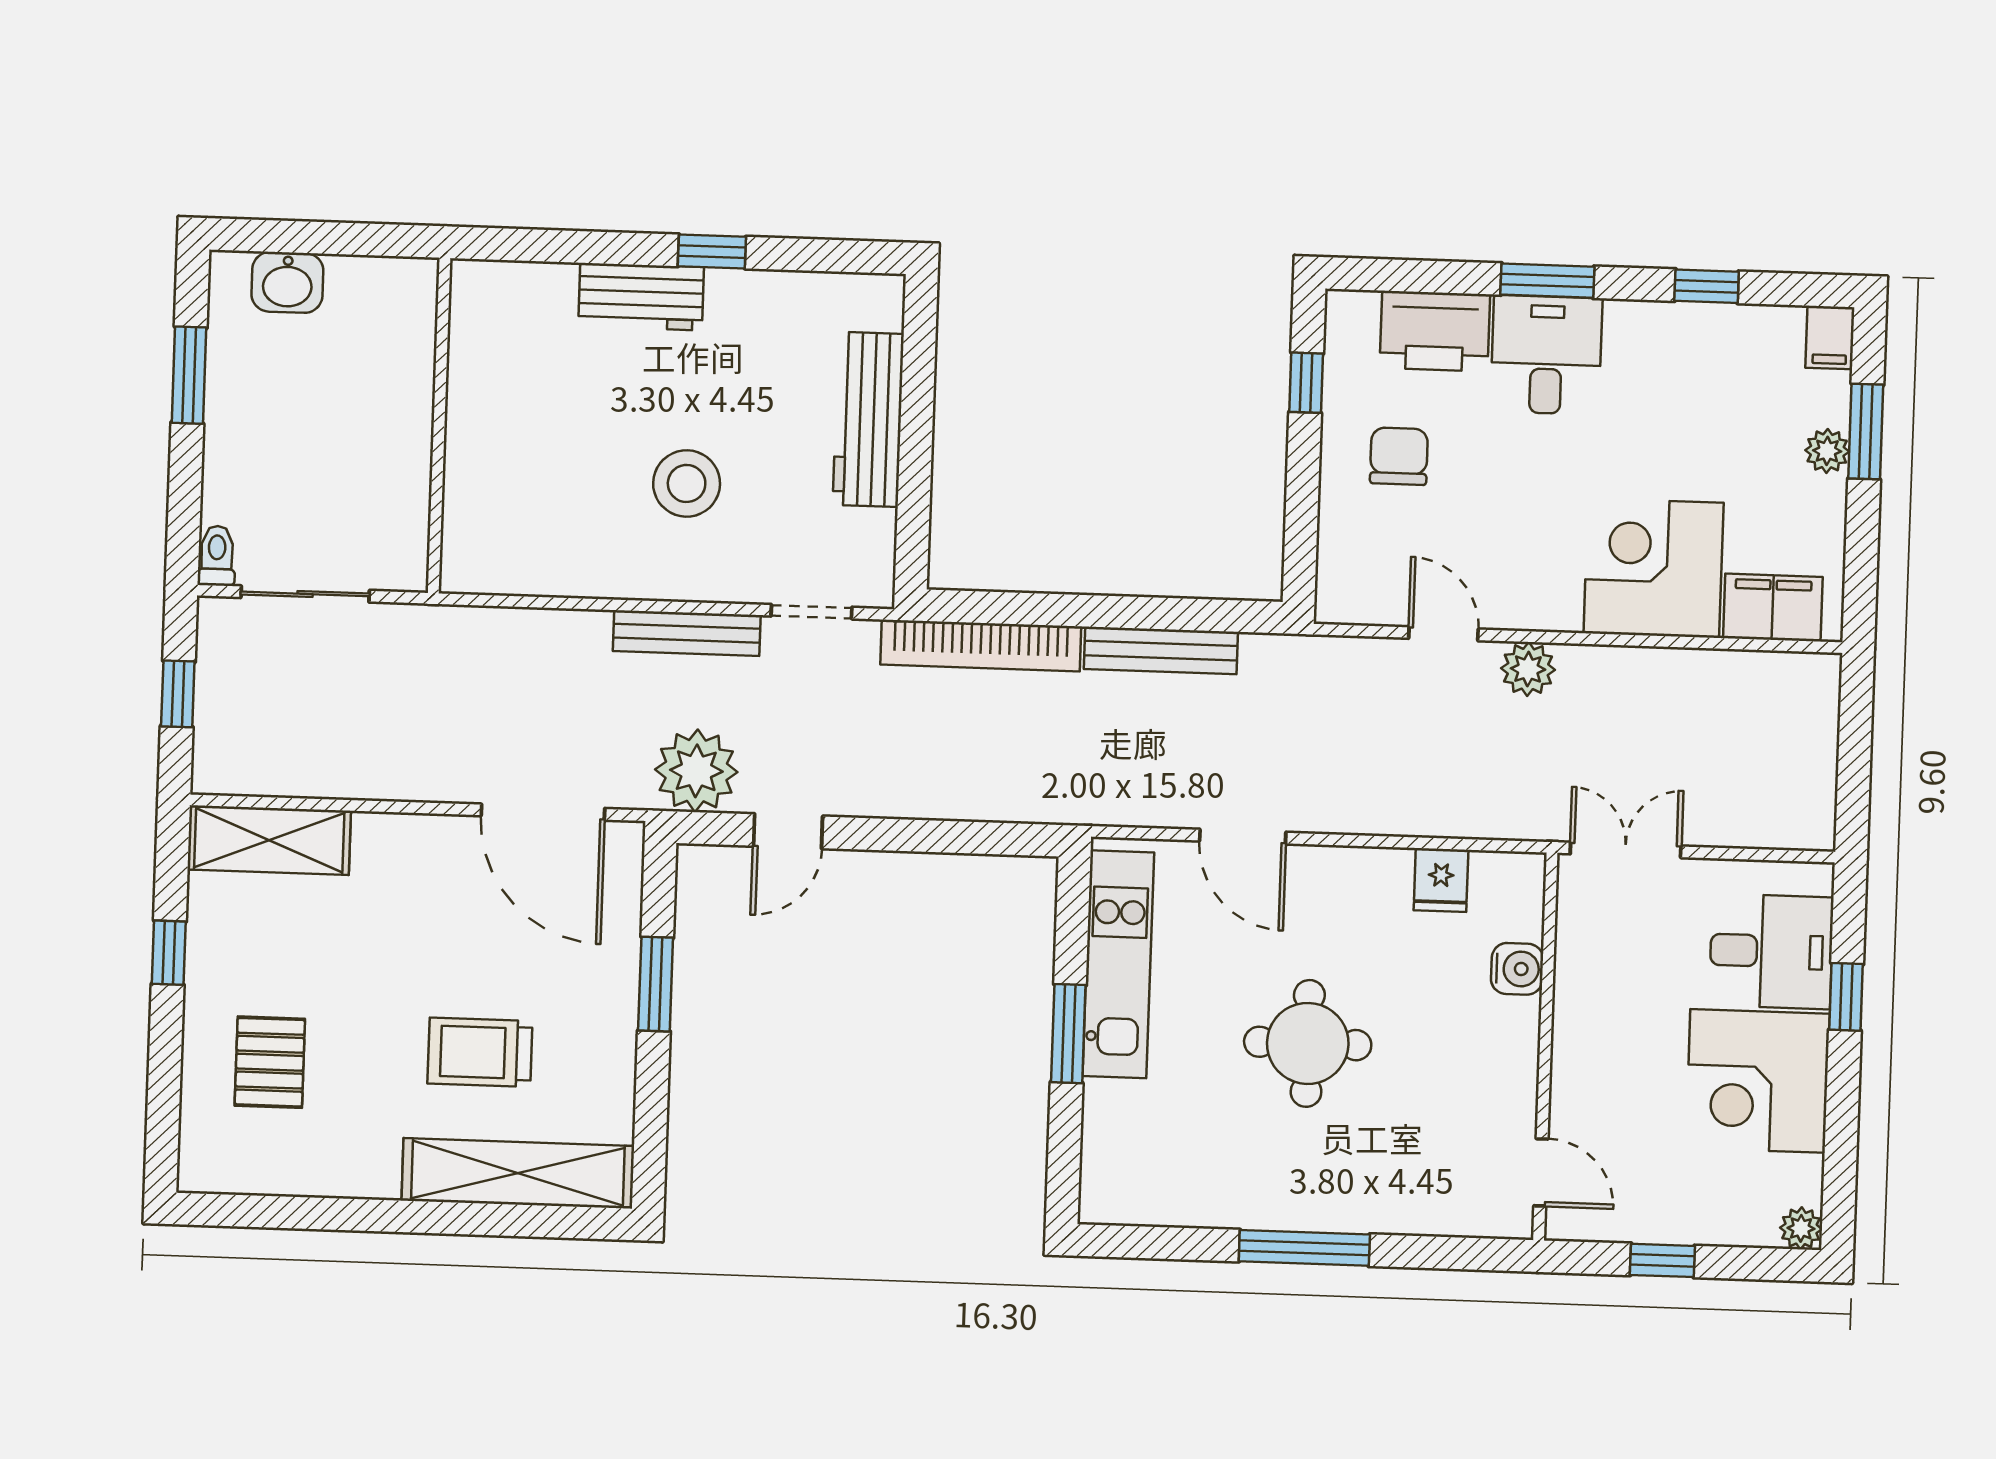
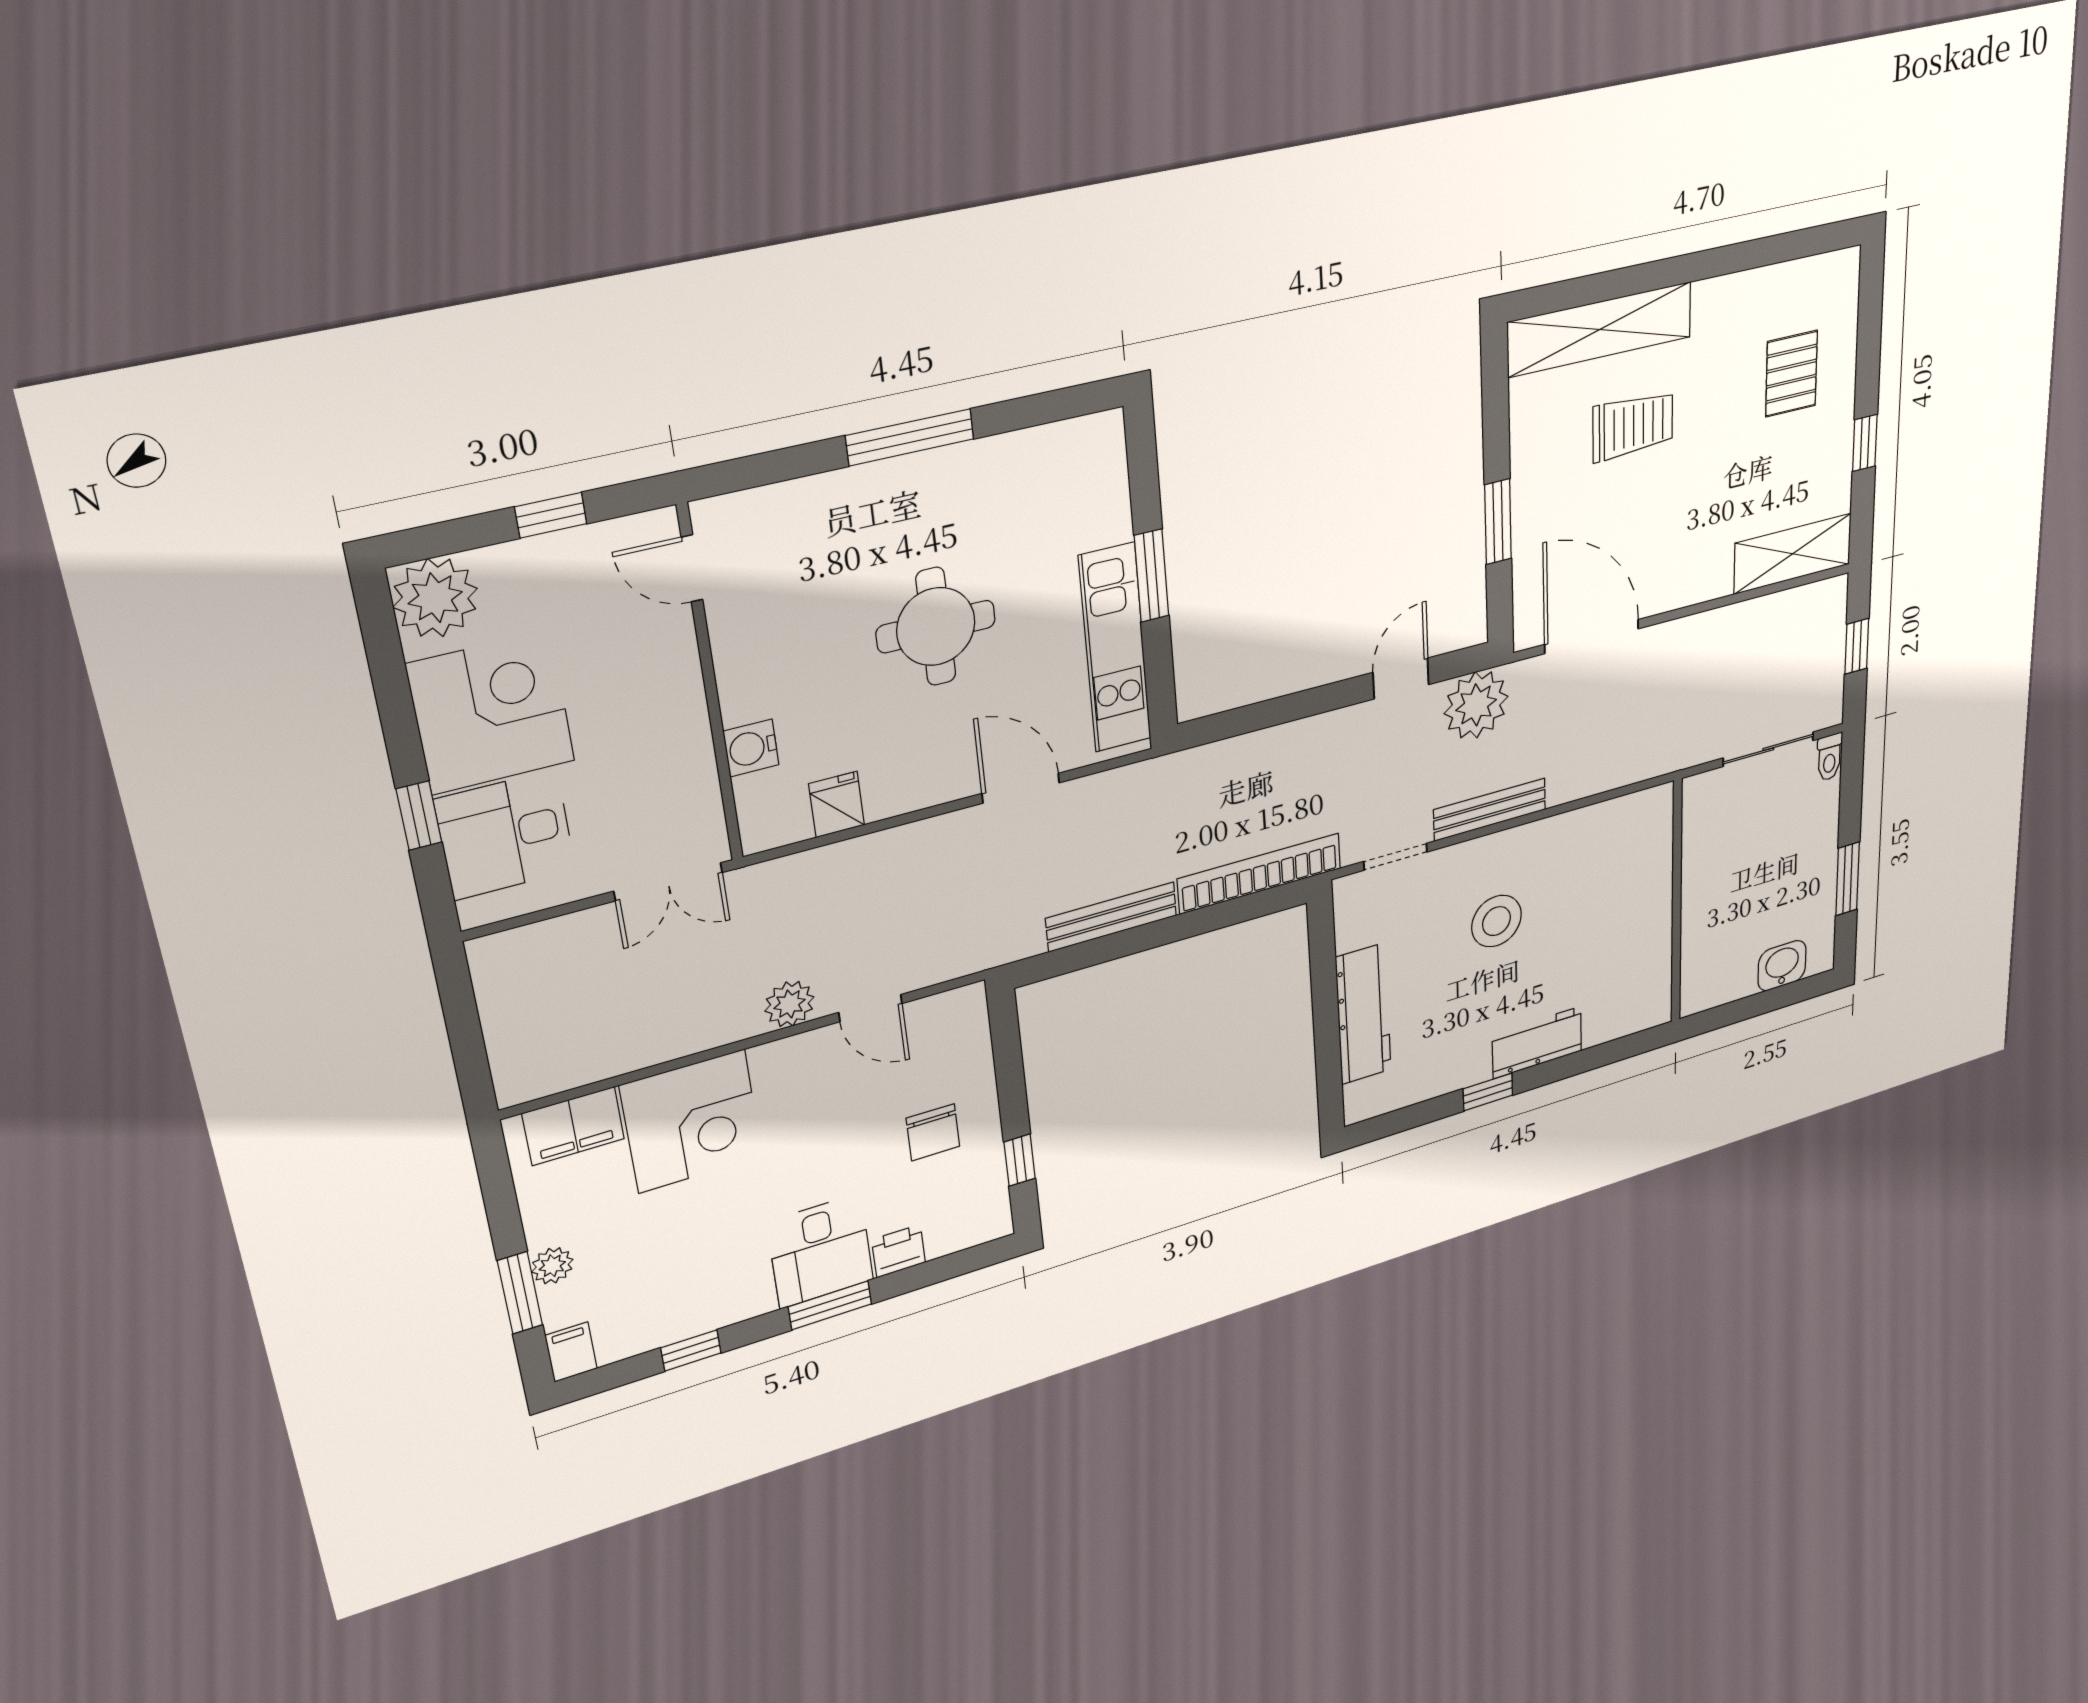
printer: (1435, 331) -> (899, 1251), width x0.53, depth x0.68
plant: (1801, 1228) -> (435, 598), width x1.88, depth x1.88

